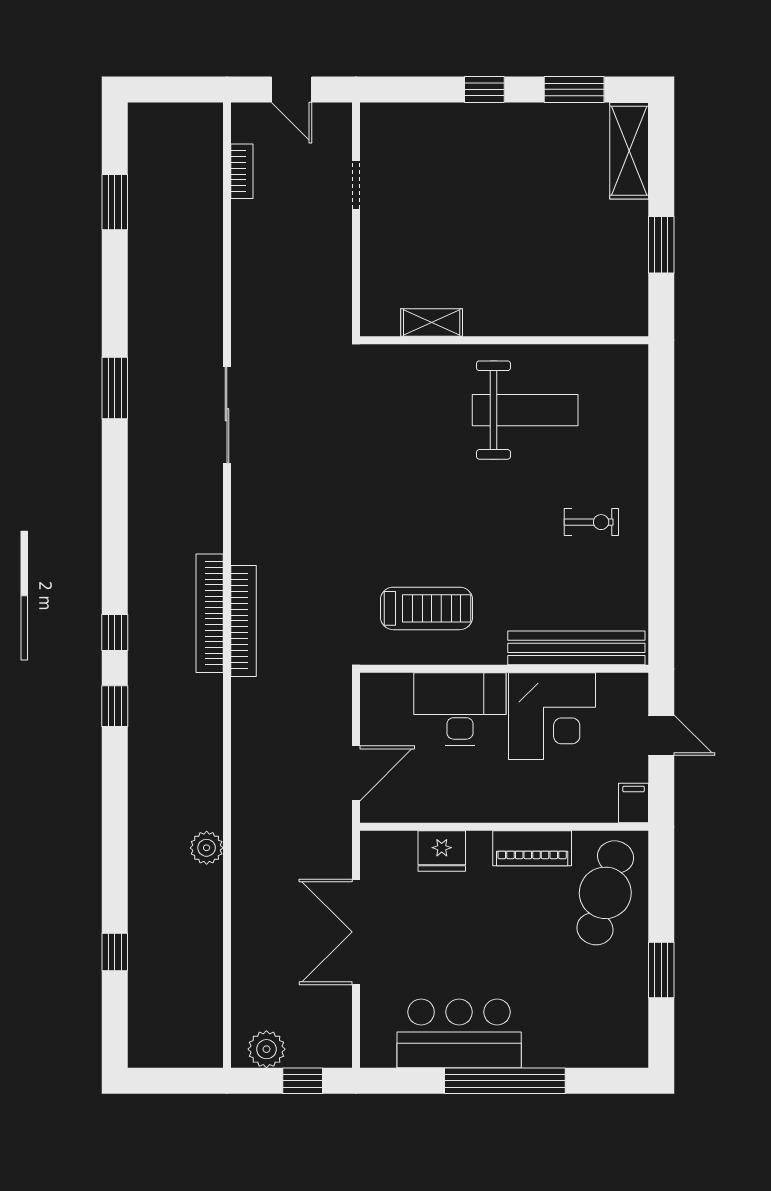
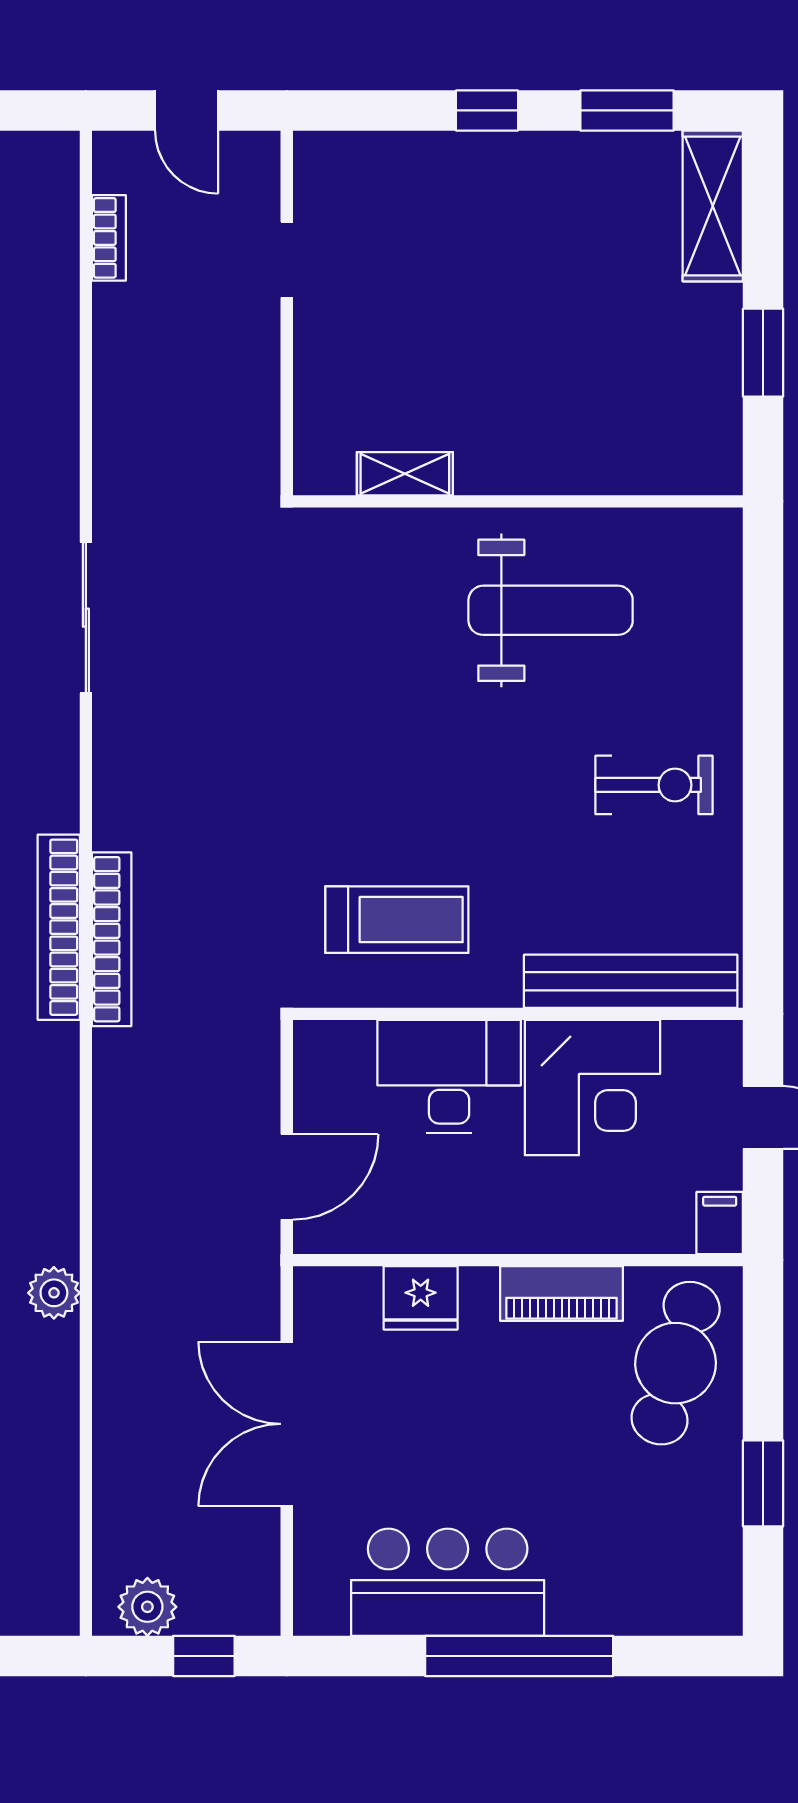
exercise bike: (591, 522) -> (654, 785), width x1.38, depth x1.39

